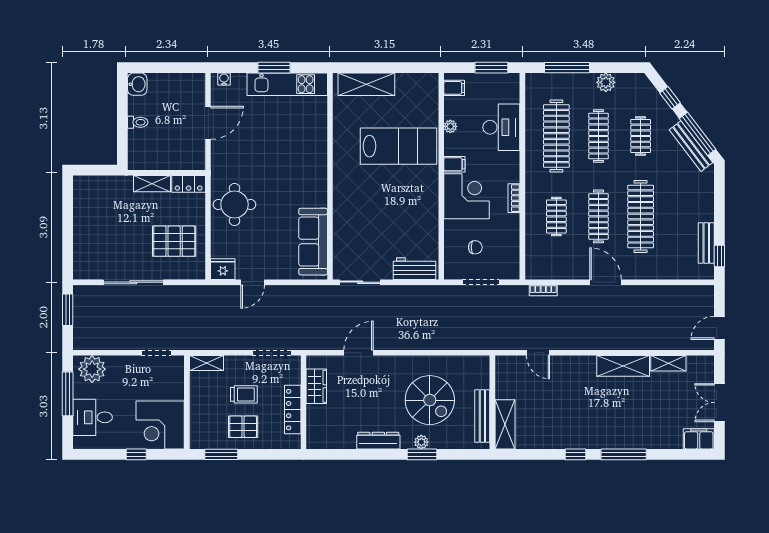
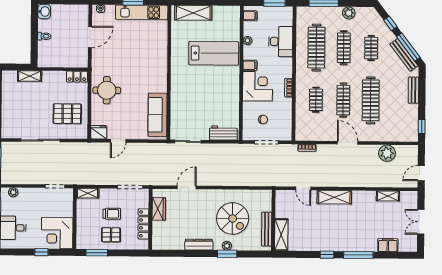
shelving: (152, 184) -> (30, 76), moved
bench: (706, 243) -> (413, 90), moved
plant: (666, 298) -> (387, 153), added
shelving: (623, 366) -> (334, 197), moved
plant: (92, 369) -> (13, 192), width x0.53, depth x0.53
filing cabinet: (699, 439) -> (388, 245), moved

